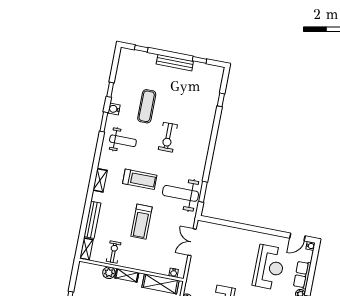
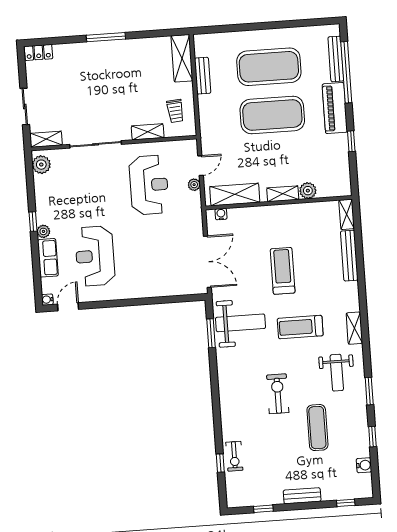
bench: (175, 63) -> (302, 496), width x0.73
water cooler: (114, 109) -> (364, 465), moved
weight bench: (123, 141) -> (337, 373), turned -90
shelving: (100, 180) -> (354, 328), moved
double door: (192, 242) -> (207, 262), width x1.37
exercise bike: (114, 252) -> (234, 456), moved

